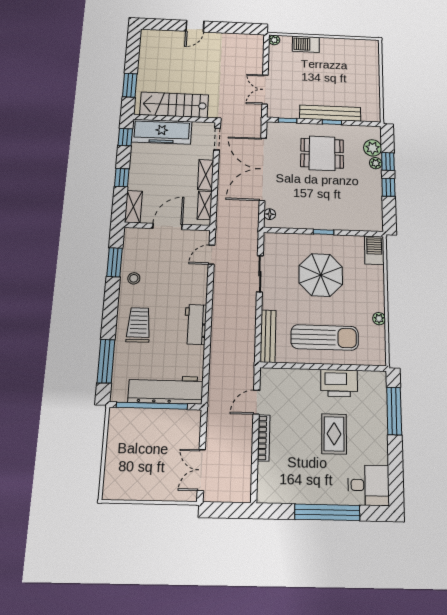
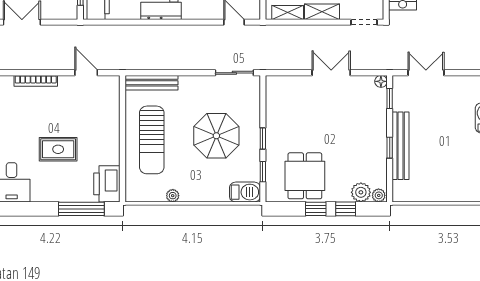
dining table: (322, 153) -> (305, 176), moved
plant: (376, 163) -> (379, 195), moved
double door: (263, 169) -> (331, 73), width x0.54
floor lamp: (270, 214) -> (381, 81), moved
window: (355, 233) -> (263, 172), added
sliding door: (260, 274) -> (234, 73), moved
printer: (339, 383) -> (107, 184), moved
bookcase: (264, 438) -> (36, 81), moved

